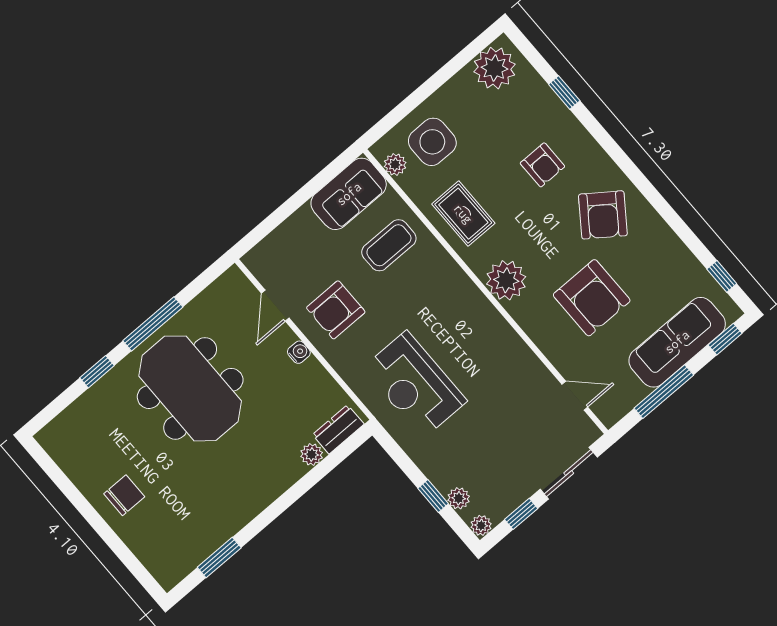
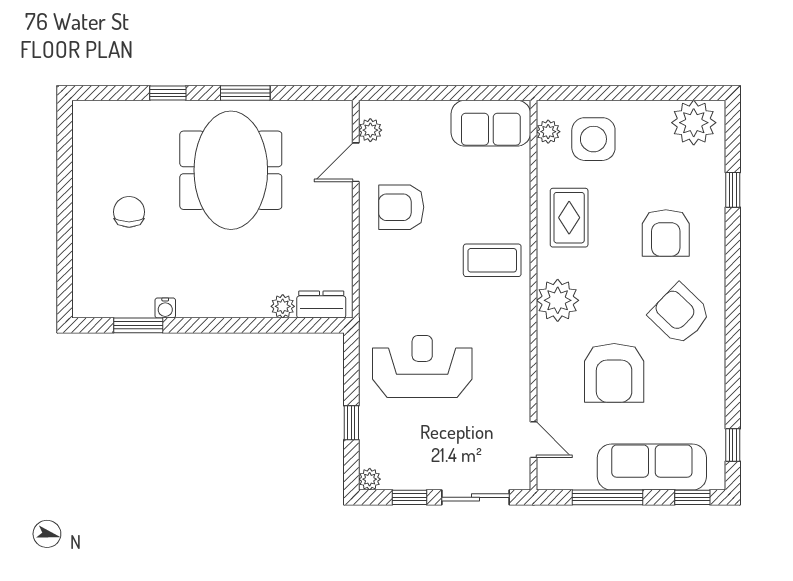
armchair: (542, 165) -> (666, 233), width x1.38, depth x1.38
armchair: (603, 215) -> (680, 314), turned 98
coffee table: (389, 245) -> (492, 260), moved
window: (153, 324) -> (245, 93), width x0.69
water cooler: (299, 352) -> (165, 308), moved, turned 90
reception desk: (415, 385) -> (422, 367), moved, turned 90
chair: (124, 495) -> (129, 212), moved, turned -90
plant: (459, 498) -> (370, 130), moved

